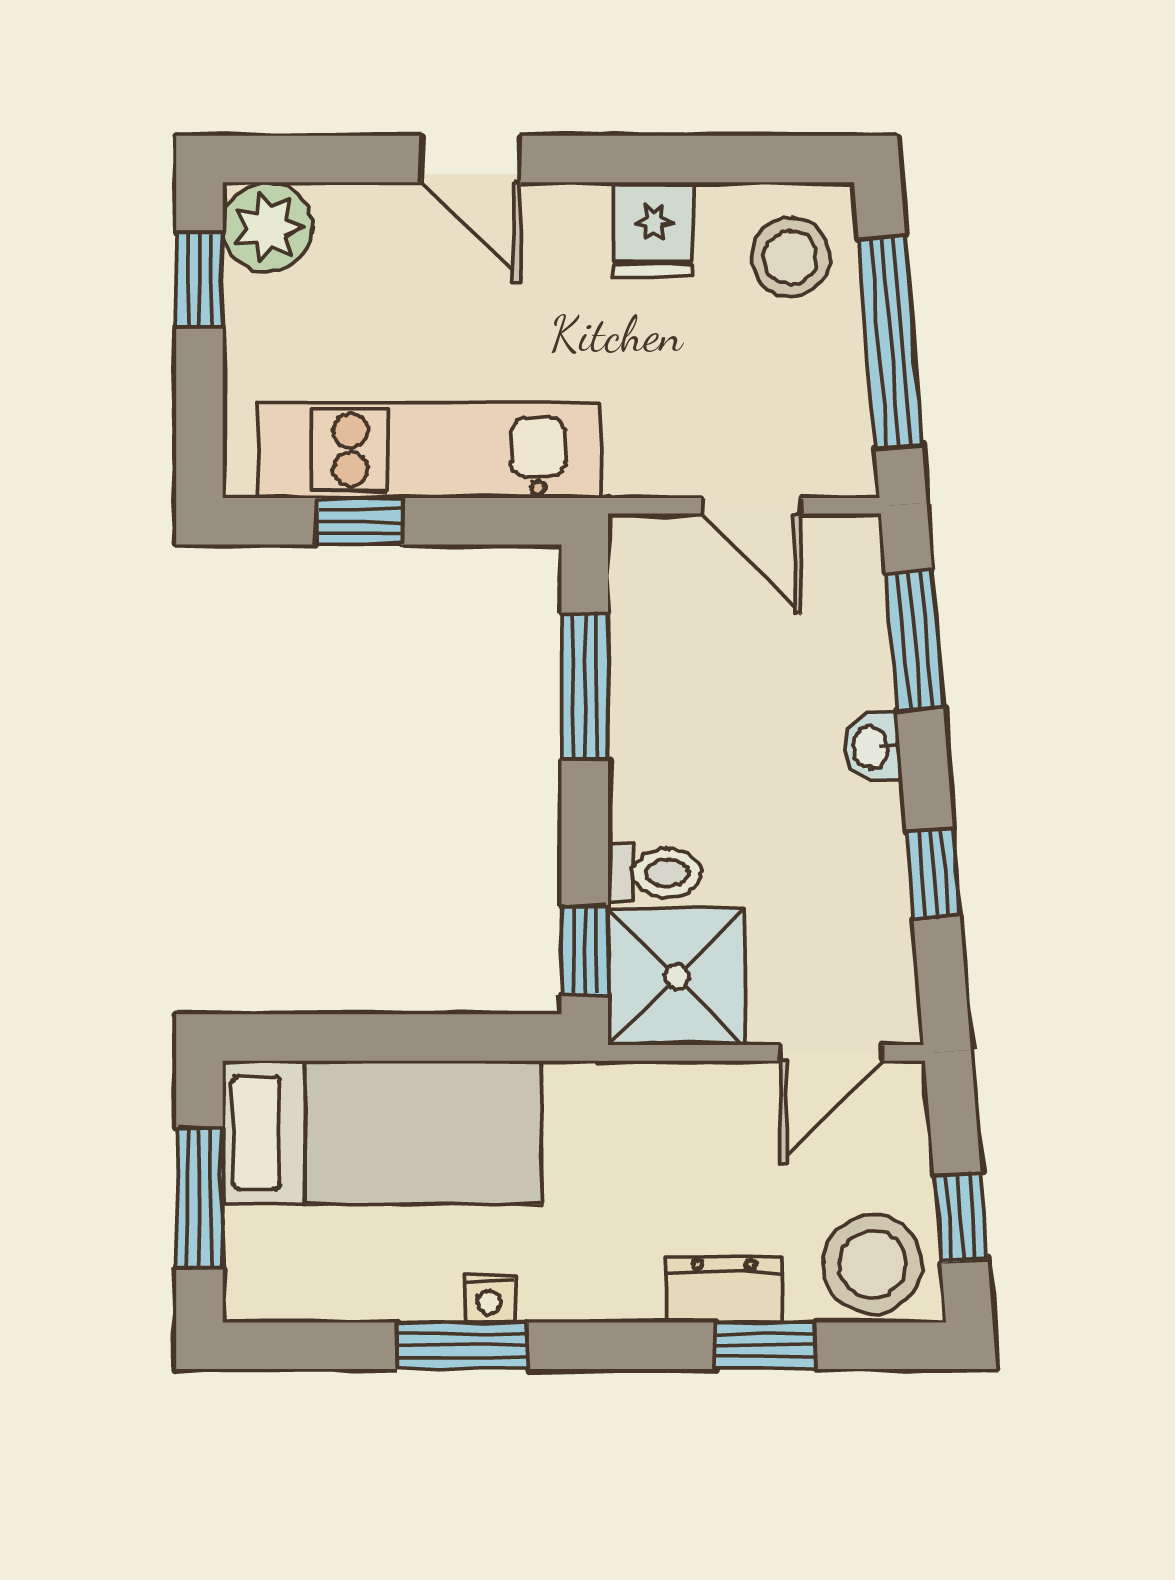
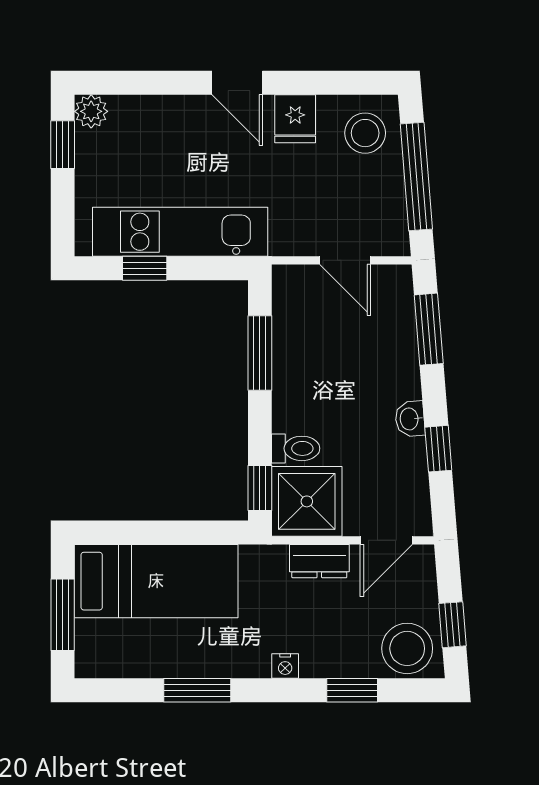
door: (471, 159) -> (237, 83), moved
plant: (267, 227) -> (91, 111), width x0.73, depth x0.73
washbasin: (872, 747) -> (410, 419), moved
dresser: (724, 1290) -> (319, 561), moved, turned 180
nightstand: (489, 1298) -> (285, 666), moved

